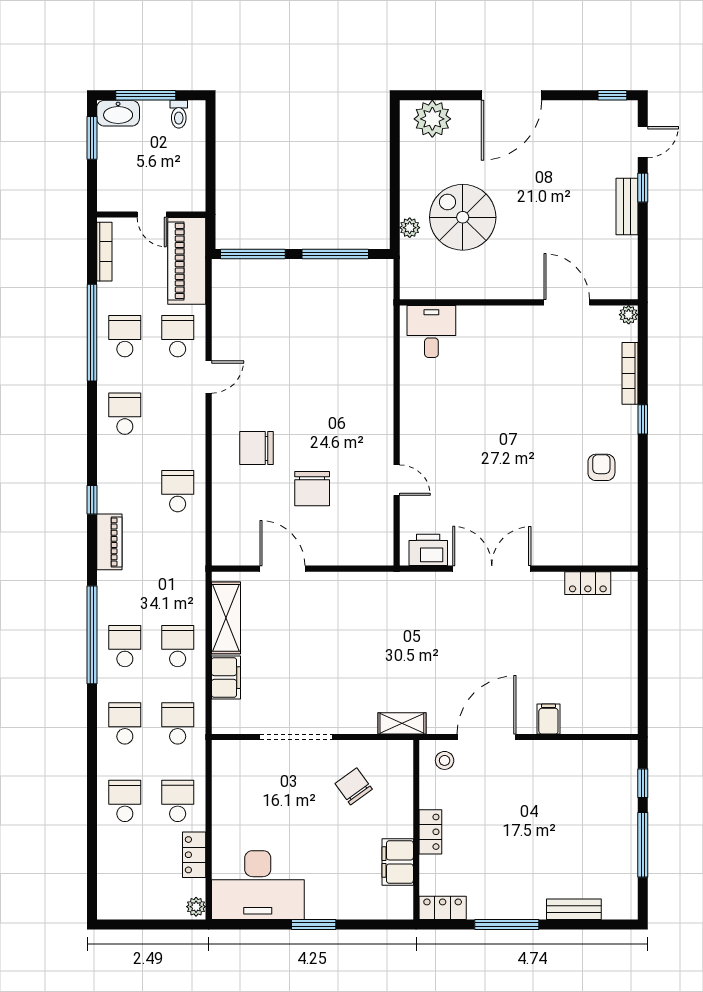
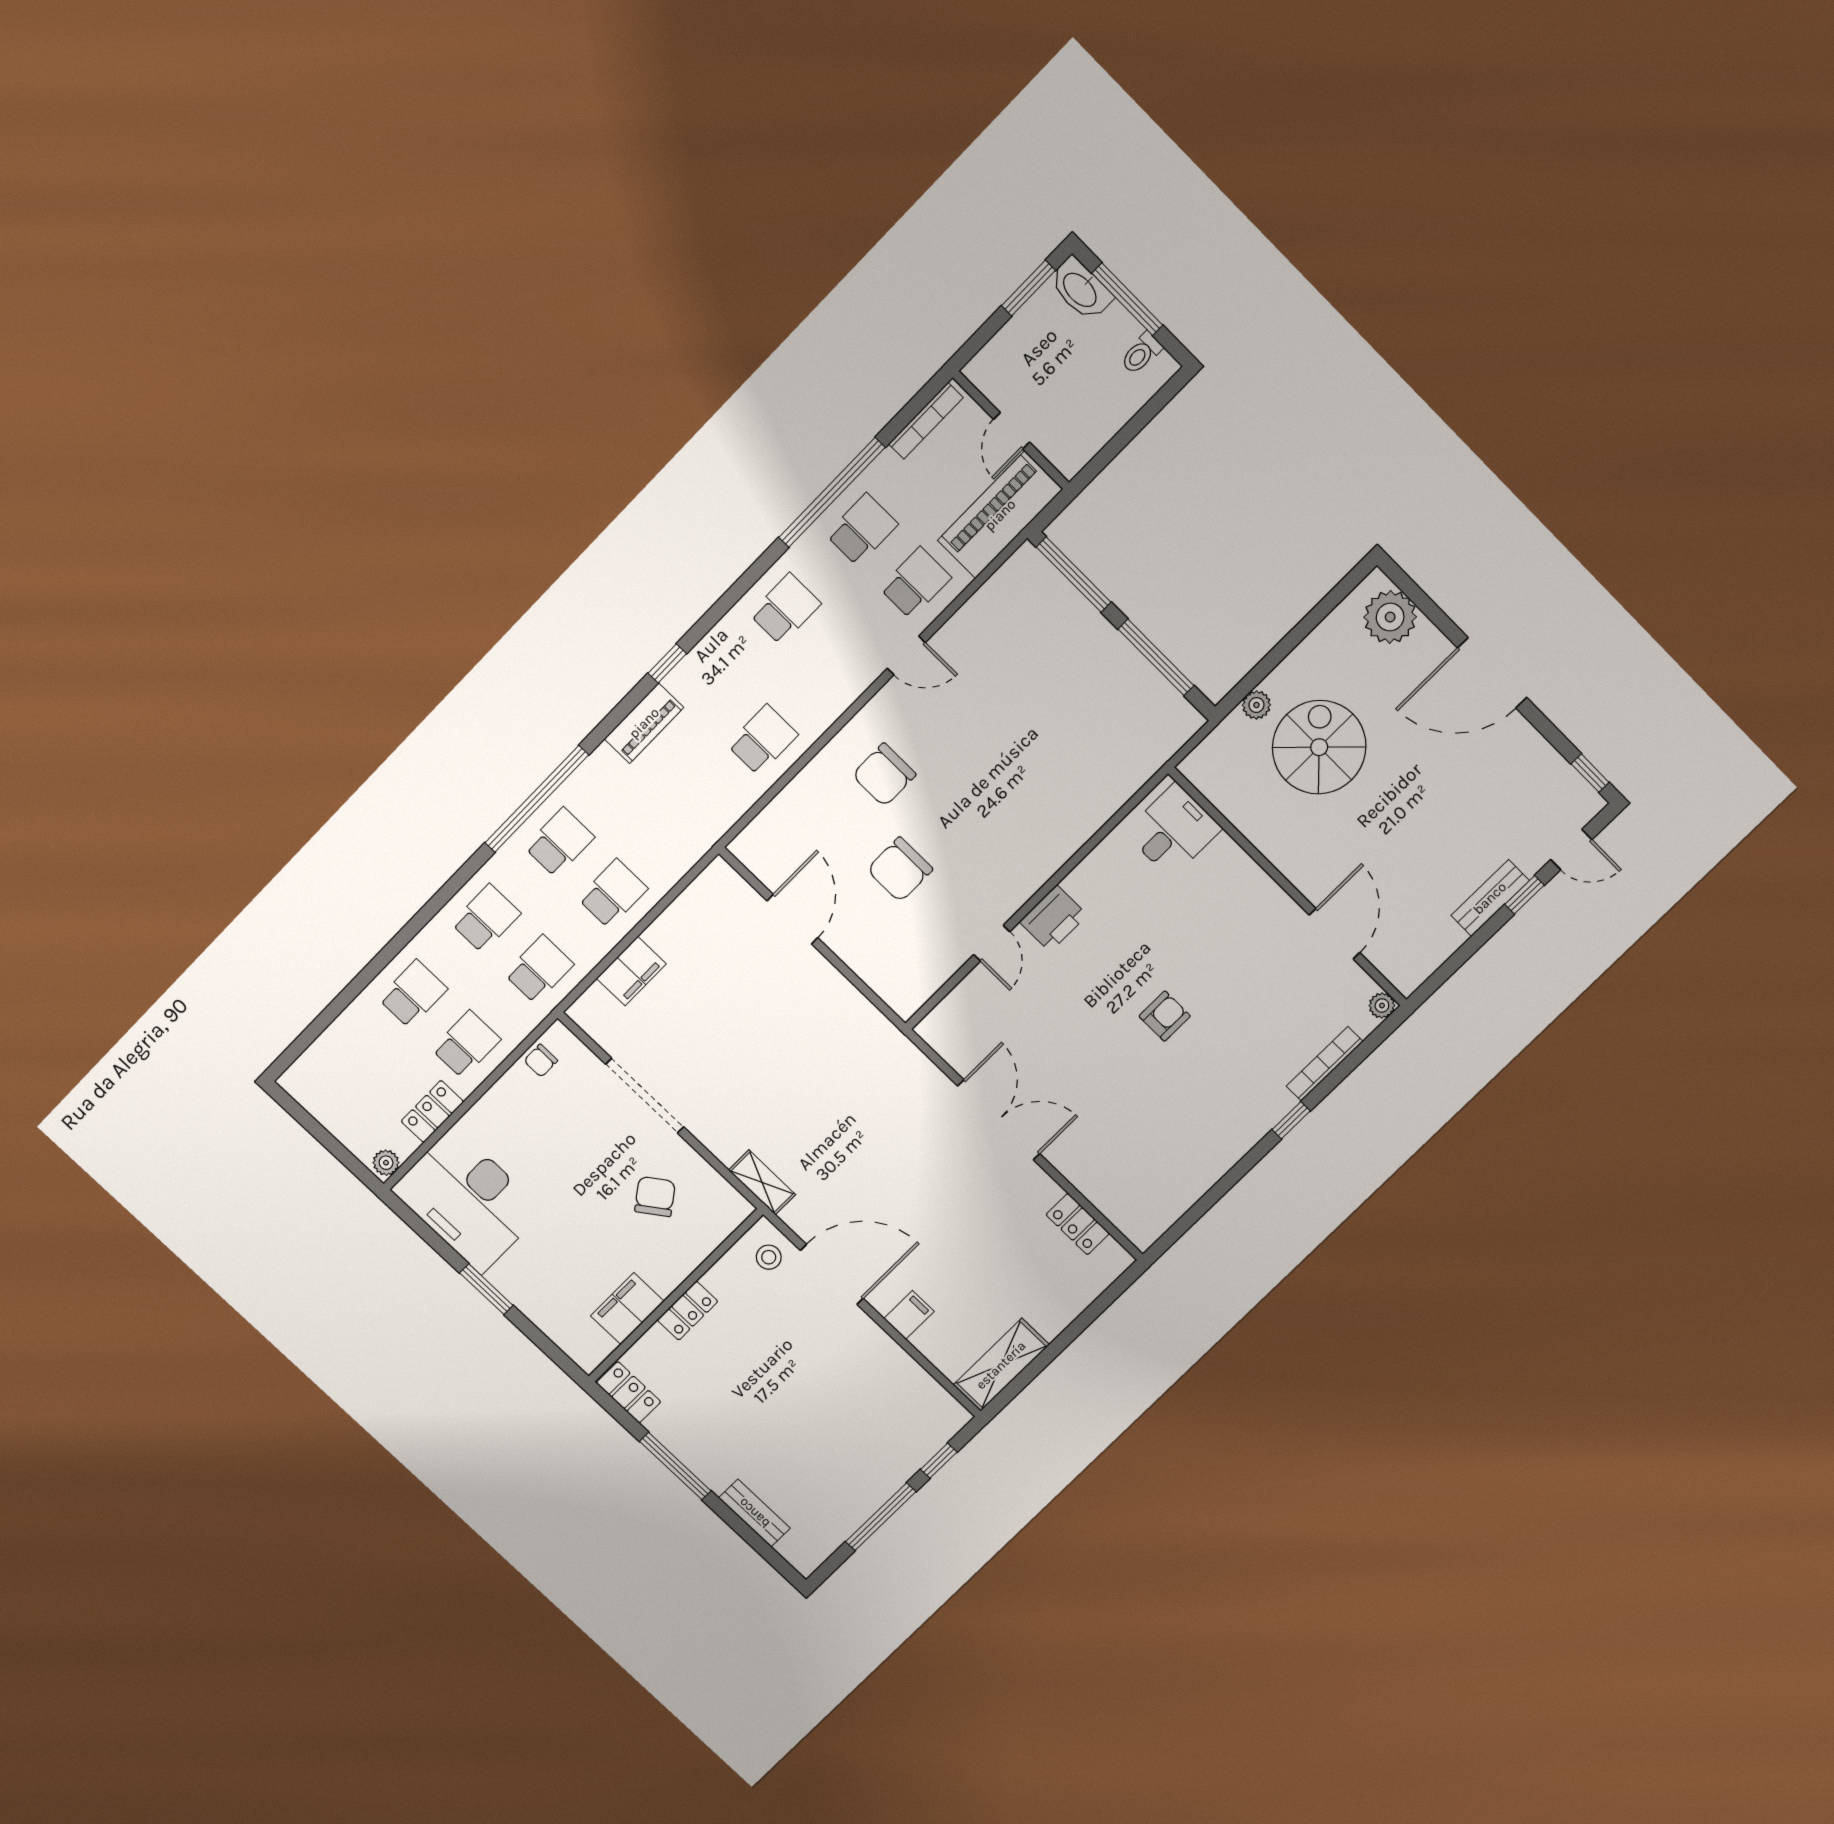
chair: (257, 448) -> (884, 775), turned -90
armchair: (601, 467) -> (1165, 1016), moved
printer: (428, 550) -> (1053, 918), moved, turned 90
shelving: (226, 618) -> (1001, 1365), moved
chair: (225, 772) -> (541, 1061), added

